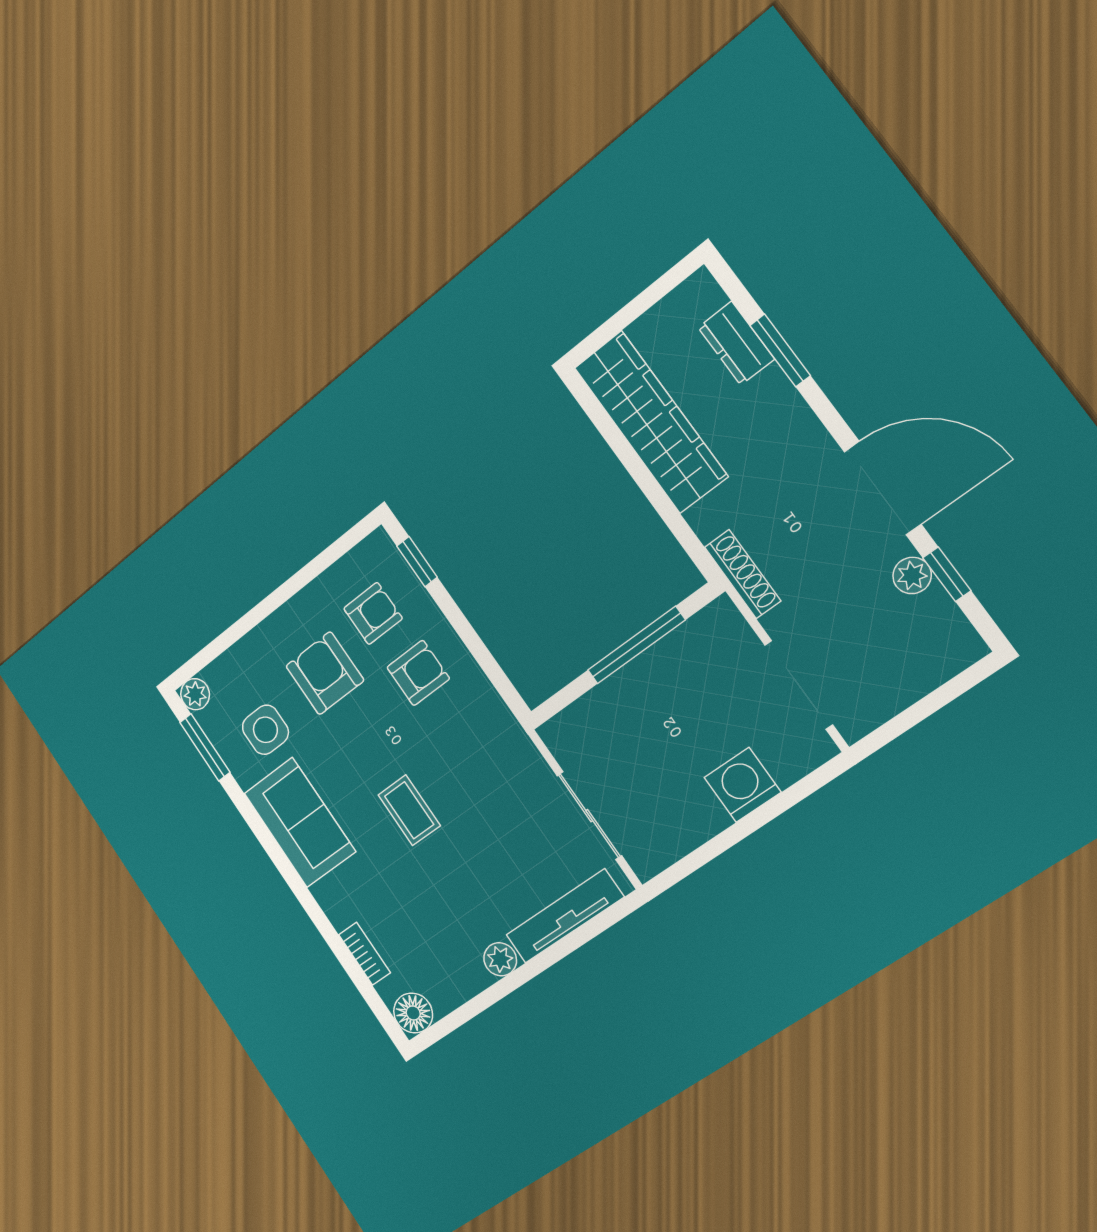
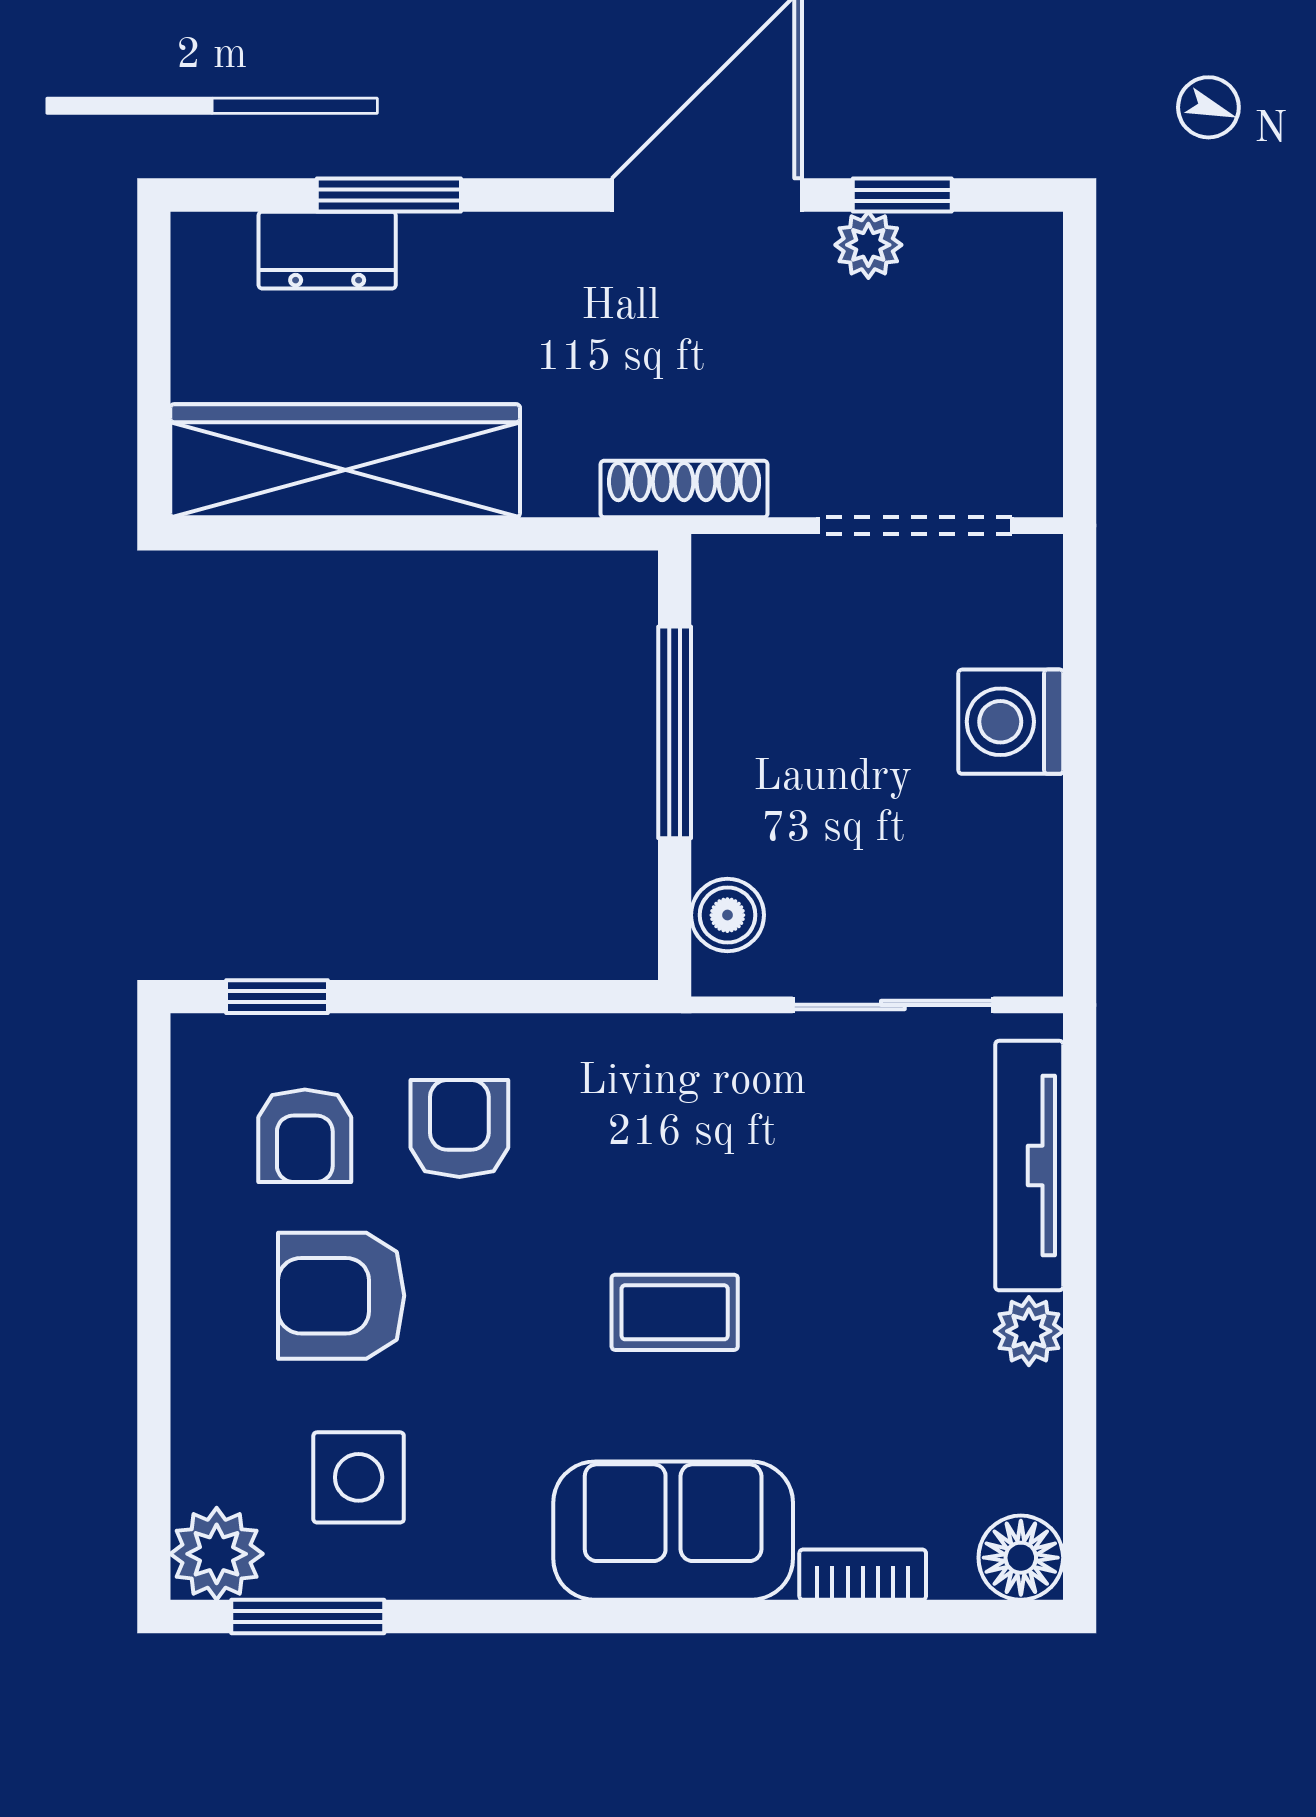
armchair: (373, 613) -> (305, 1136), turned 180
plant: (195, 694) -> (217, 1554), width x1.38, depth x1.38
boiler: (577, 721) -> (727, 915), added
sofa: (300, 822) -> (673, 1531), moved

